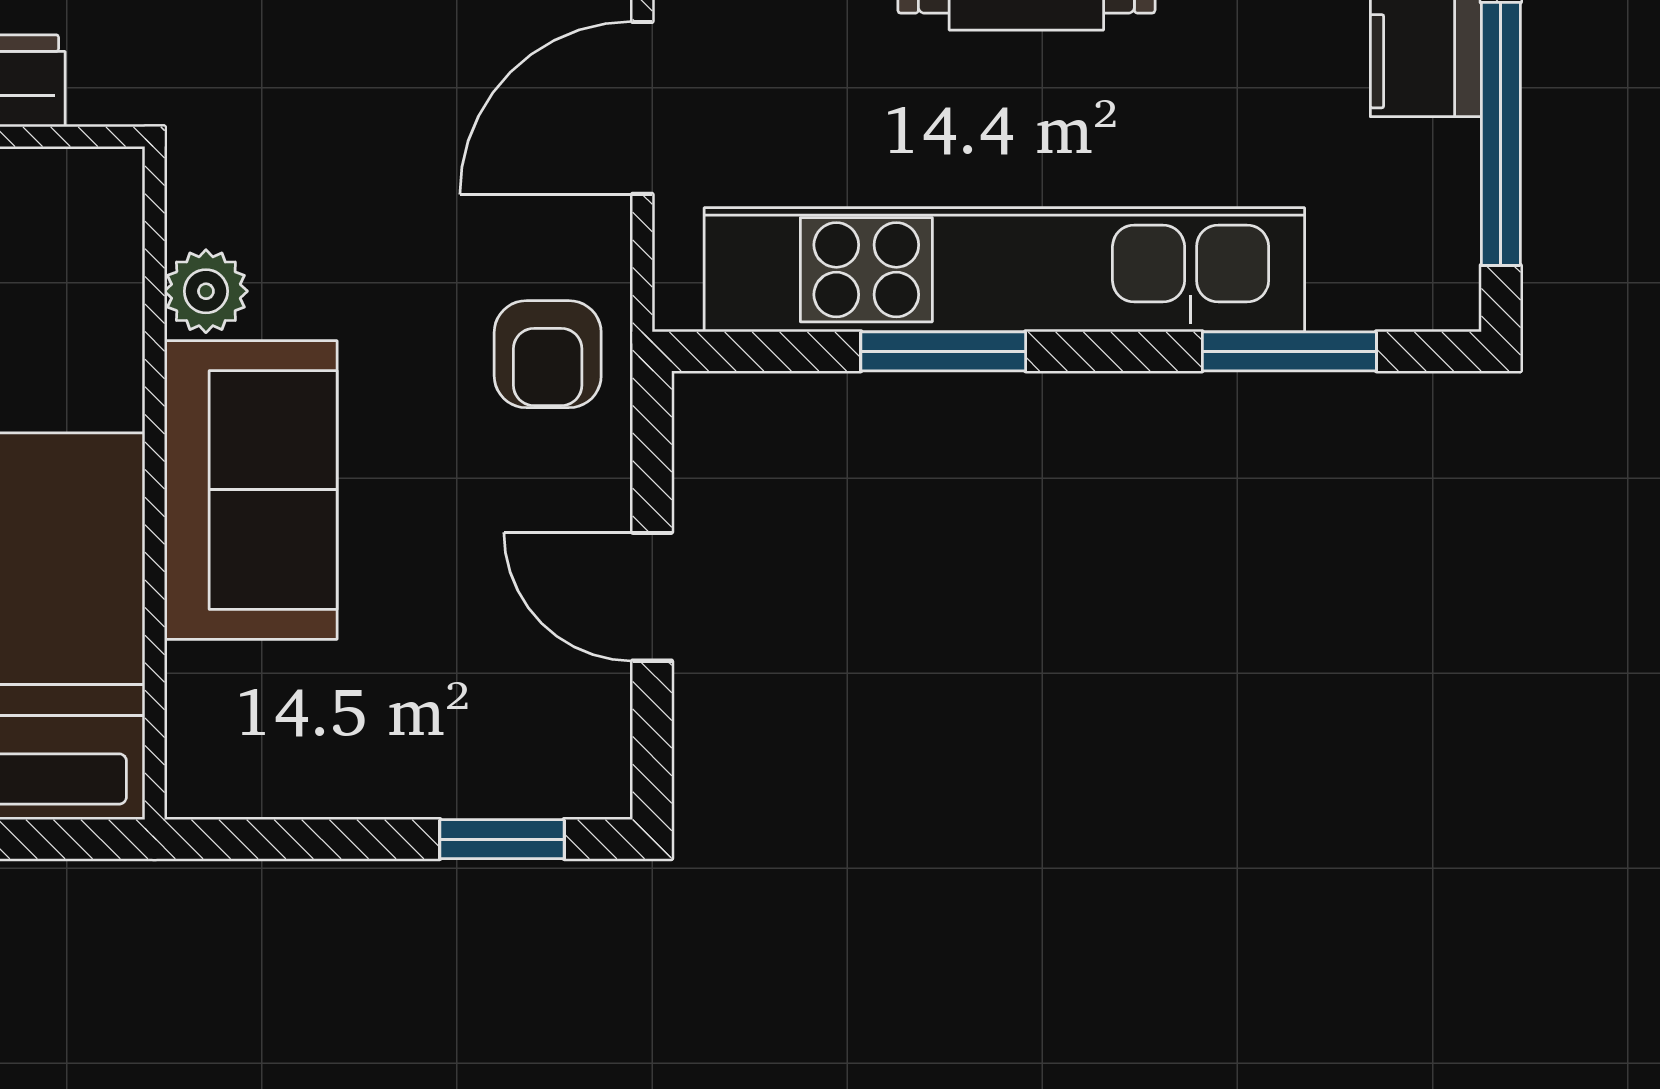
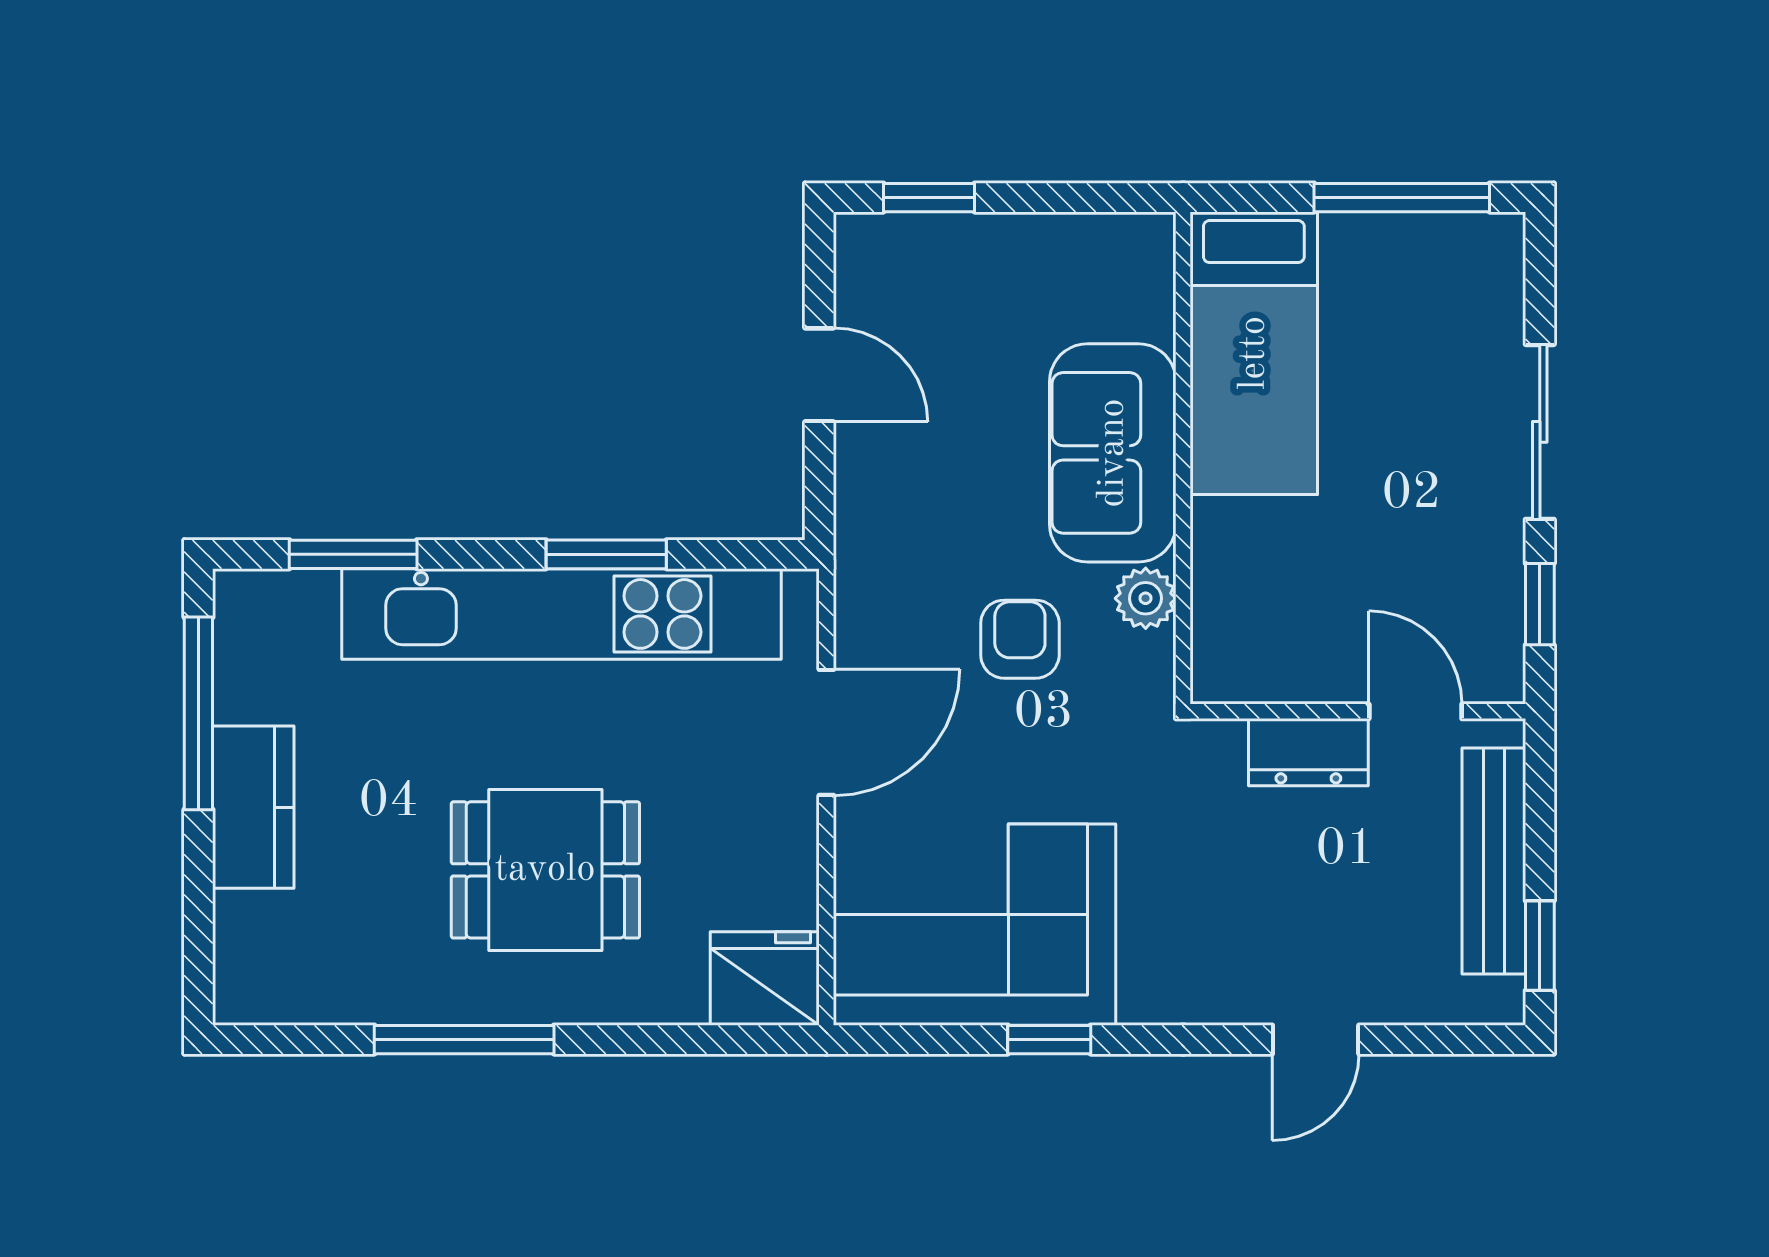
armchair: (548, 354) -> (1020, 639), moved

